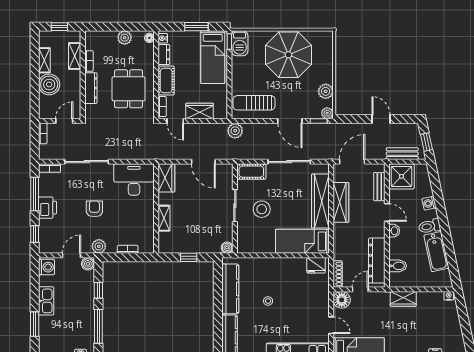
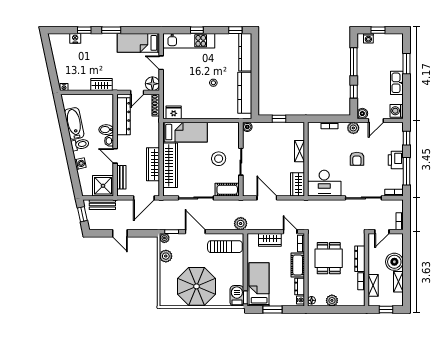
bidet: (398, 266) -> (106, 130), moved

